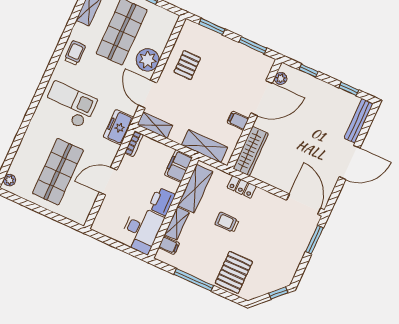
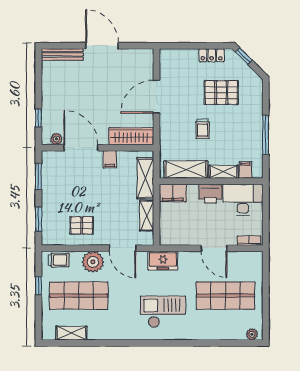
trolley: (75, 53) -> (59, 260), moved, turned 180
window: (349, 89) -> (38, 76), removed
door: (148, 94) -> (123, 248), hinge flipped
checkout: (70, 105) -> (163, 312), turned 90
shelving: (155, 125) -> (147, 216), moved
bookcase: (134, 144) -> (249, 241), moved
locker: (242, 187) -> (212, 55), moved, turned 90
door: (304, 204) -> (156, 97), moved
window: (315, 240) -> (183, 46), removed
pallet: (234, 272) -> (221, 93), moved

